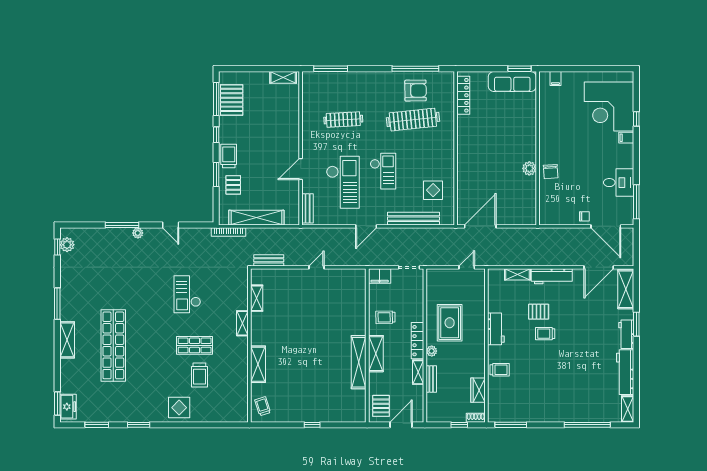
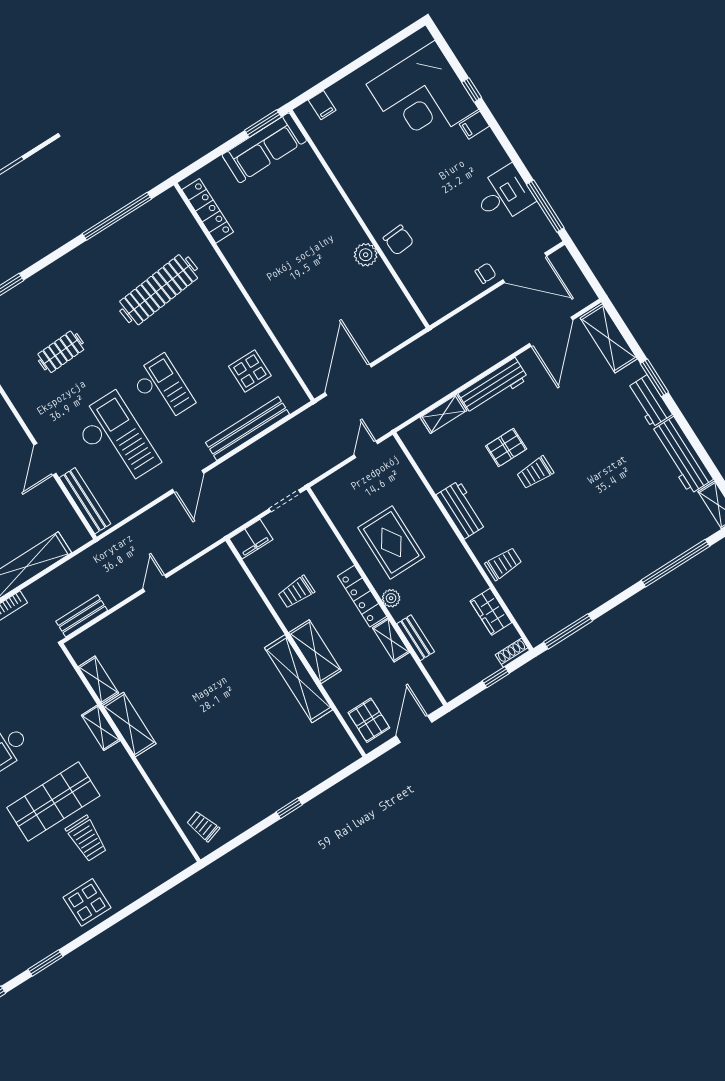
armchair: (416, 91) -> (136, 247), removed
clothes rail: (343, 120) -> (61, 352), width x0.73
bench: (308, 208) -> (85, 501), width x1.36
shop shelf: (195, 345) -> (53, 802), width x1.43, depth x1.36
shelving: (258, 364) -> (129, 725), moved

